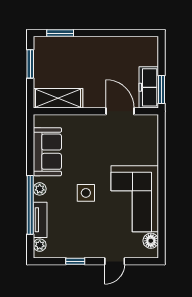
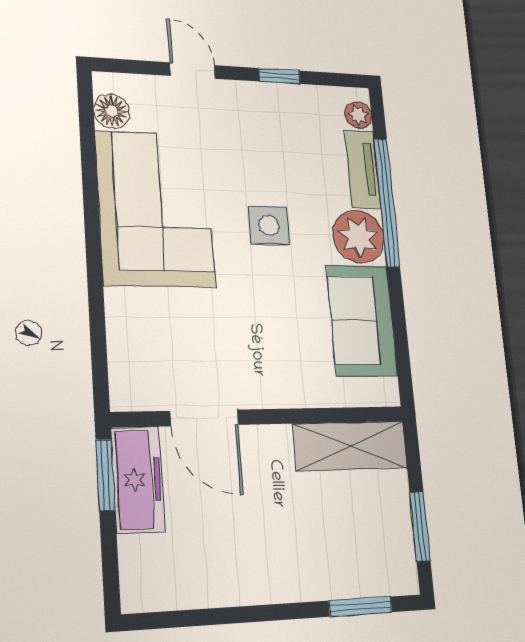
plant: (40, 189) -> (359, 237), width x1.88, depth x1.88
door: (115, 261) -> (193, 71), hinge flipped

